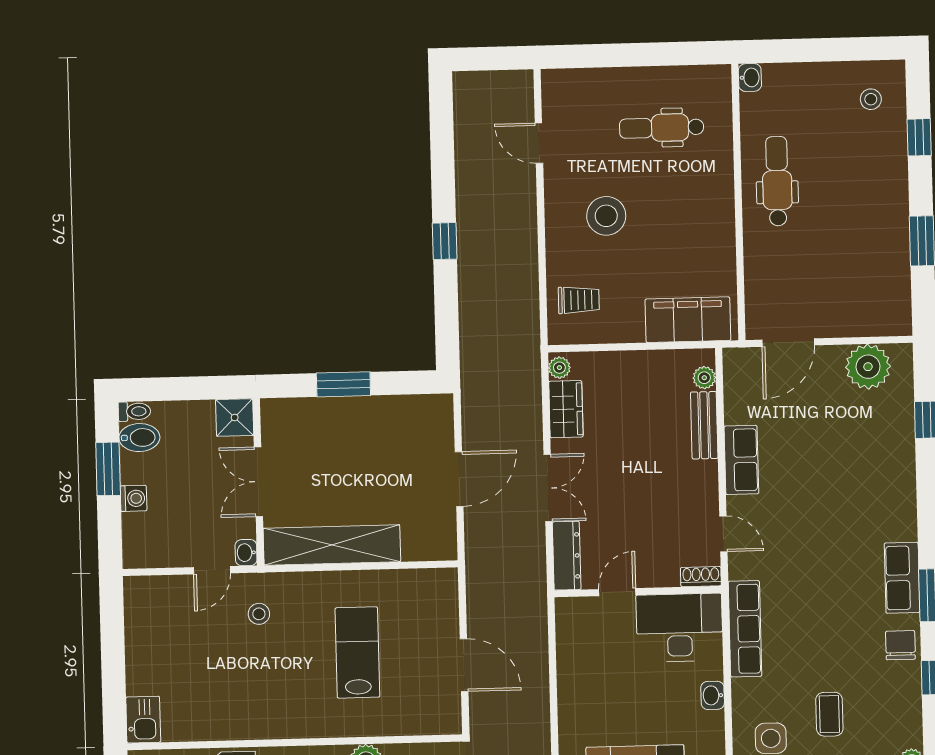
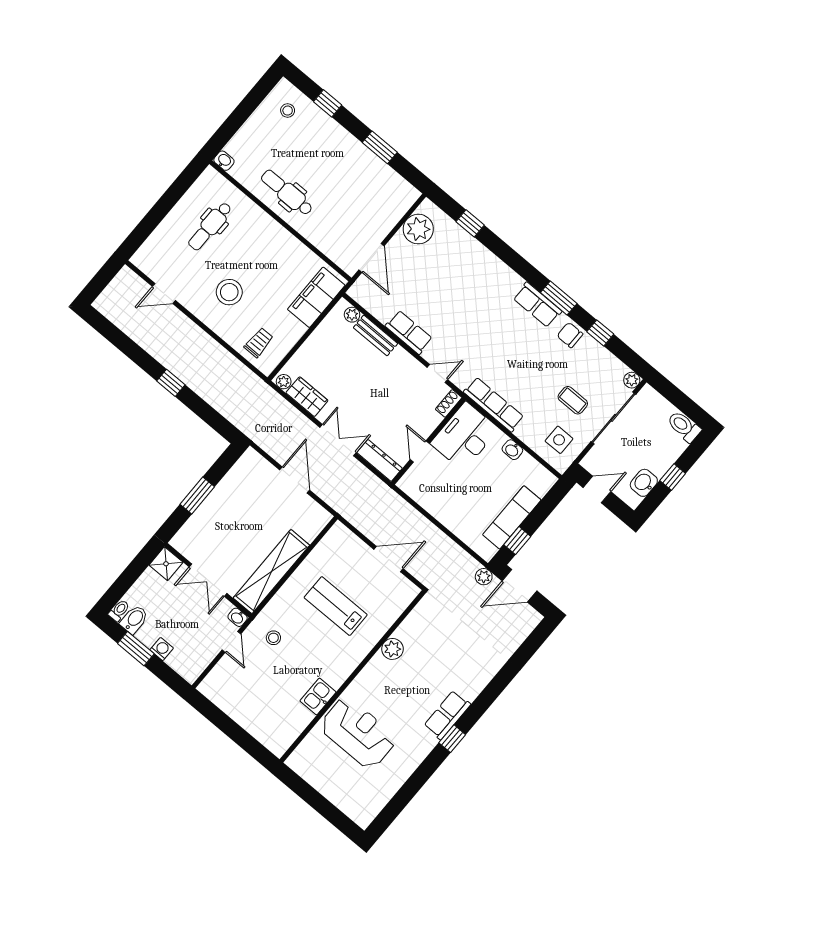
kitchen sink: (143, 720) -> (318, 696), moved, turned -90

